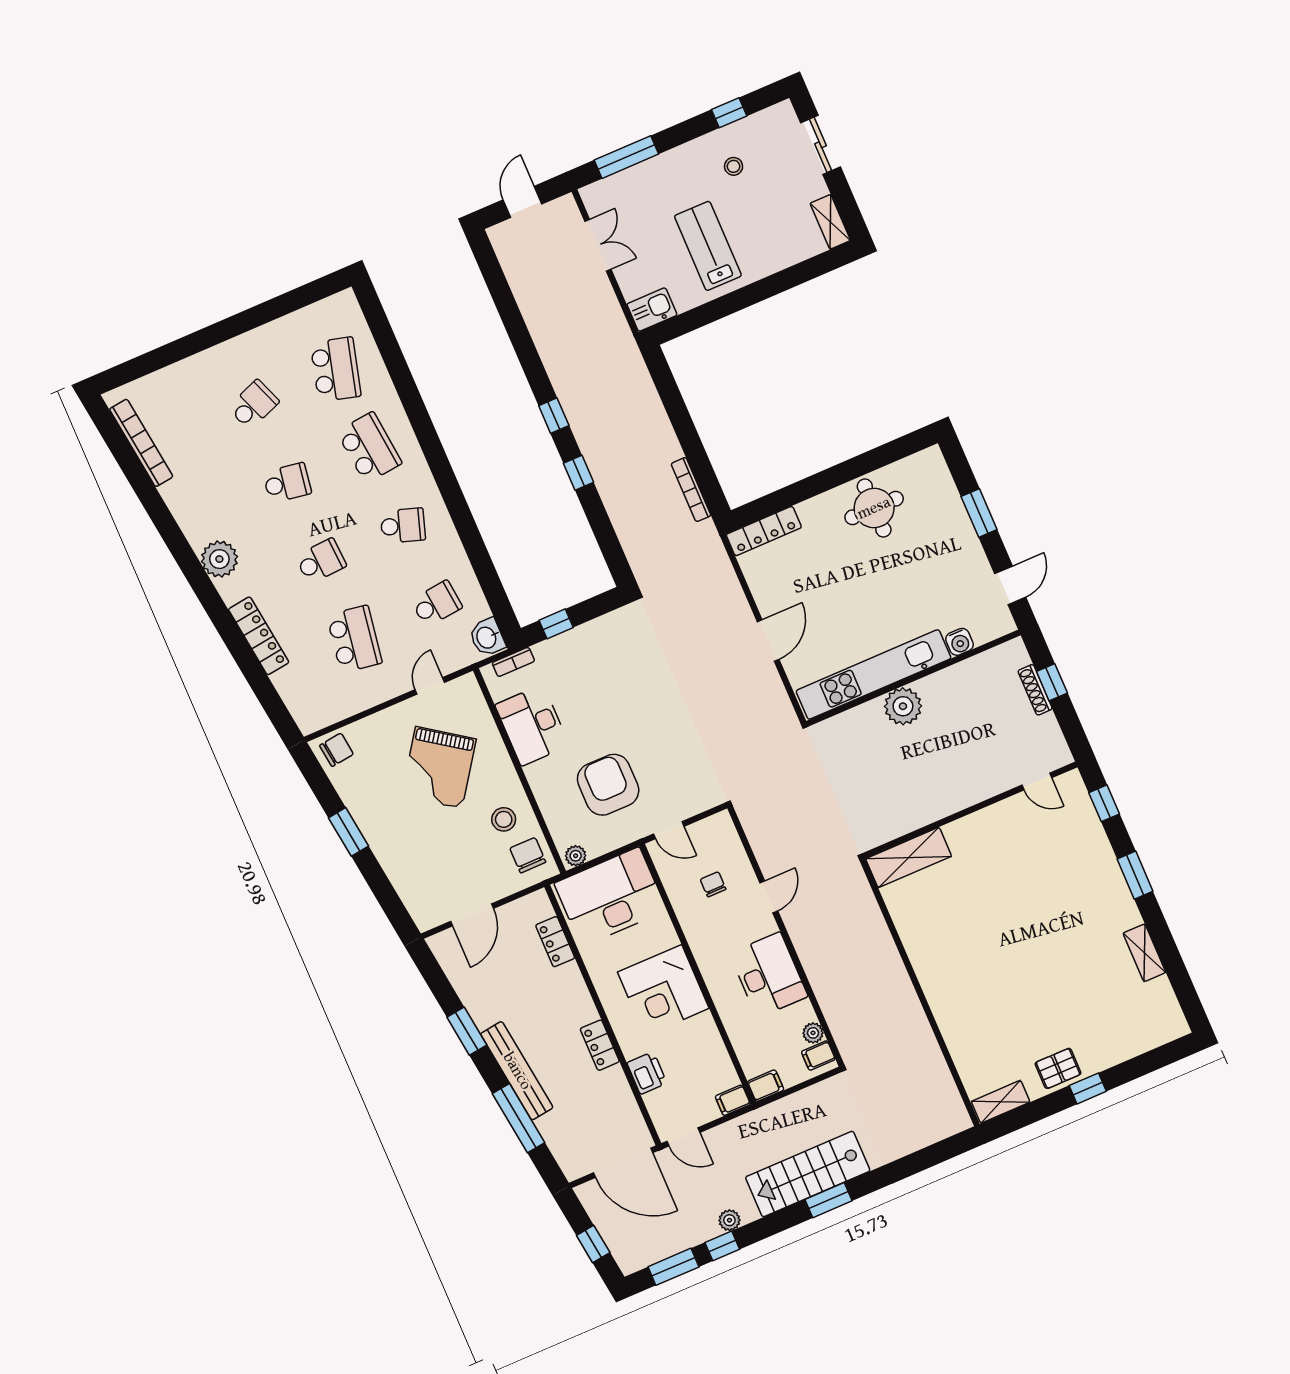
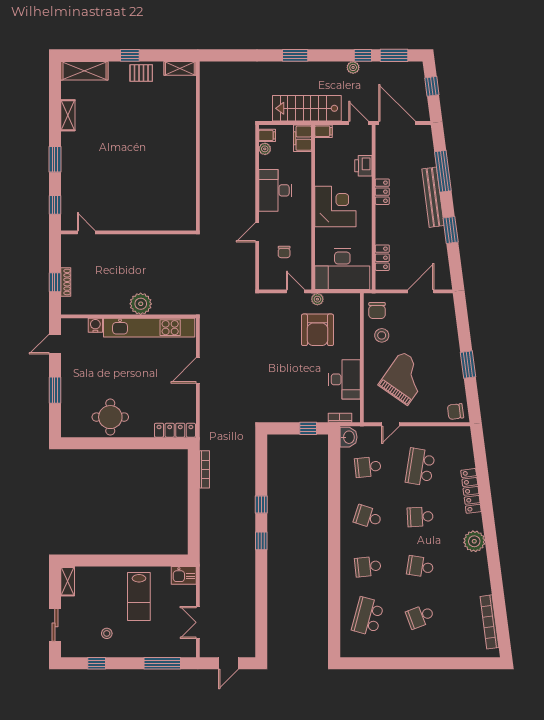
school desk: (369, 447) -> (368, 567), width x0.54
plant: (576, 856) -> (317, 299), moved
shelving: (909, 857) -> (84, 71), moved
filing cabinet: (766, 1086) -> (302, 138), width x2.00
stairs: (808, 1174) -> (307, 108), moved, turned 180

